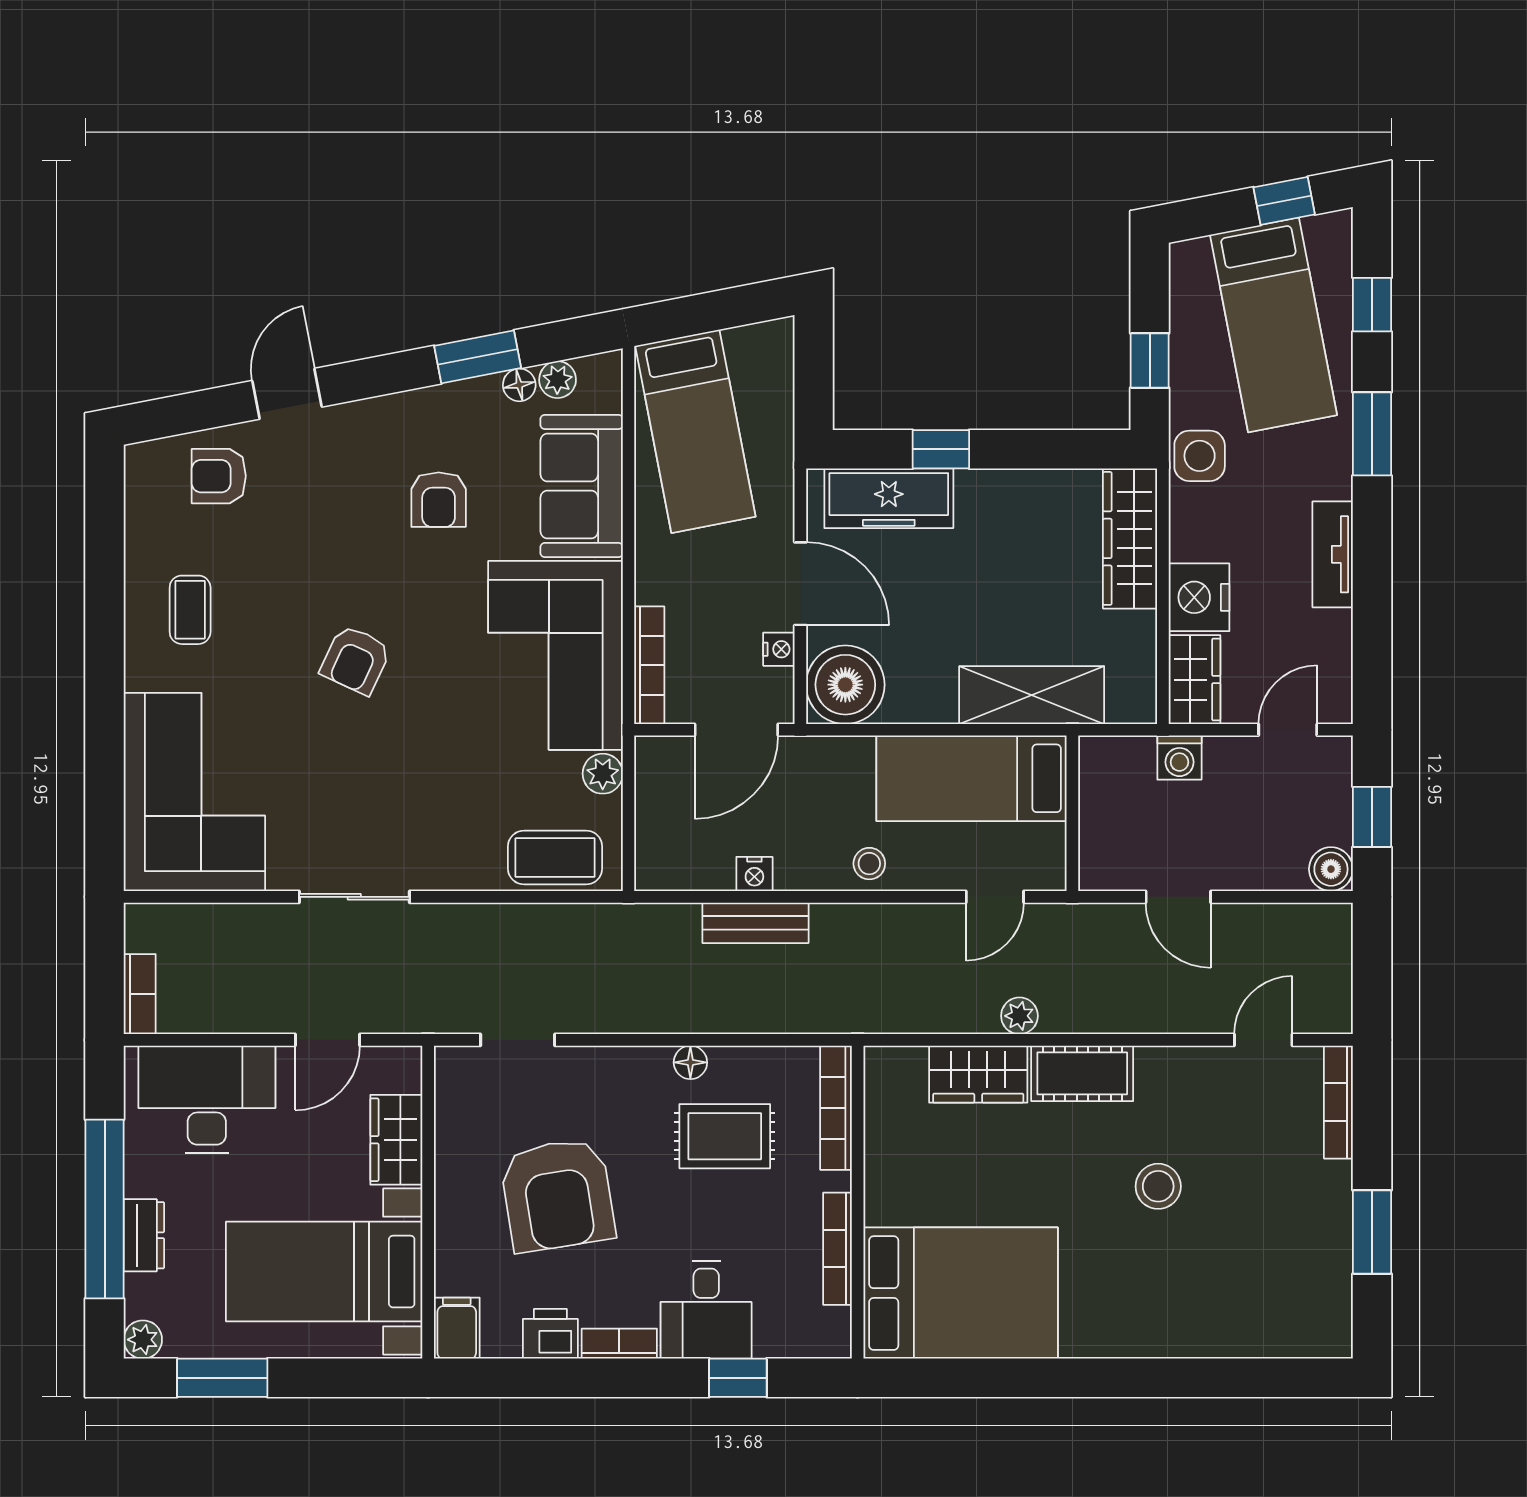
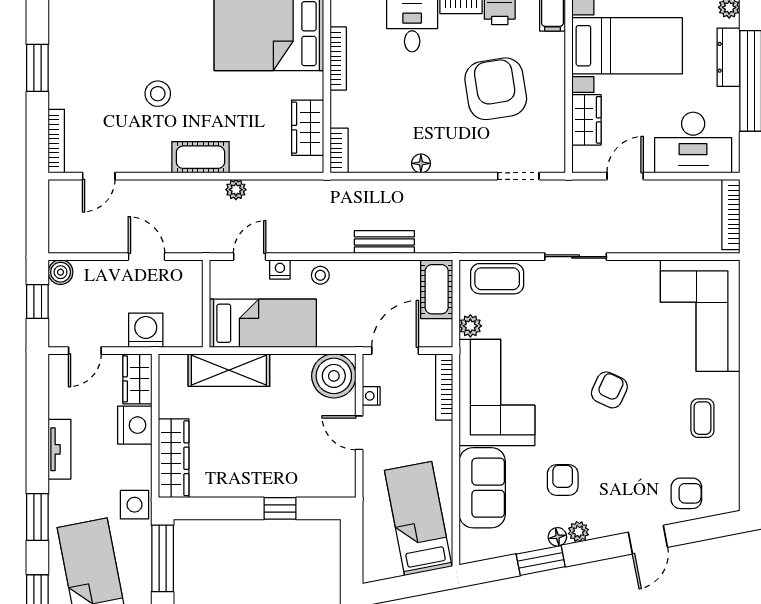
window: (1150, 360) -> (163, 558), width x2.17
plant: (558, 380) -> (578, 532), moved
floor lamp: (519, 385) -> (557, 537), moved
freezer: (889, 498) -> (309, 481), removed
door: (800, 584) -> (359, 433), width x0.73
washing machine: (1179, 758) -> (146, 330), width x1.38, depth x1.38
cot: (663, 839) -> (437, 289), added
nightstand: (754, 874) -> (280, 269), moved
sliding door: (354, 897) -> (576, 257), moved
bookcase: (140, 994) -> (731, 214), width x1.56
wardrobe: (978, 1074) -> (308, 128), moved, turned -90
bookcase: (836, 1108) -> (339, 150), width x0.64
rug: (725, 1136) -> (402, 122), removed
dresser: (144, 1235) -> (728, 57), width x1.44

